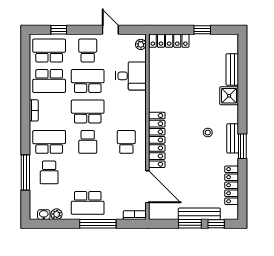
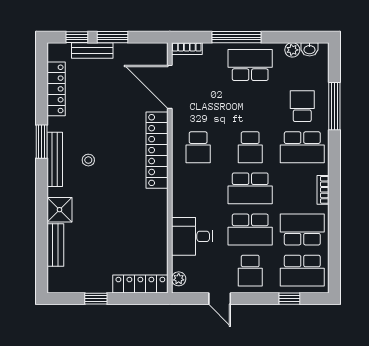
bench: (233, 138) -> (55, 159), width x1.36
school desk: (88, 142) -> (250, 147), turned 180
bench: (199, 214) -> (92, 50), width x0.73

